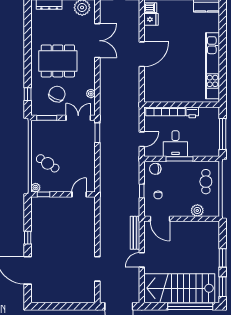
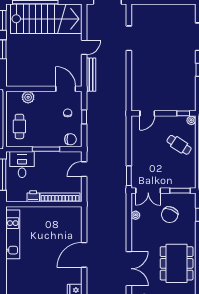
double door: (97, 41) -> (129, 269), swing flipped
dining table: (58, 61) -> (177, 263), moved, turned 90
kitchen unit: (212, 66) -> (13, 234), width x0.73
desk: (175, 144) -> (22, 165), moved

